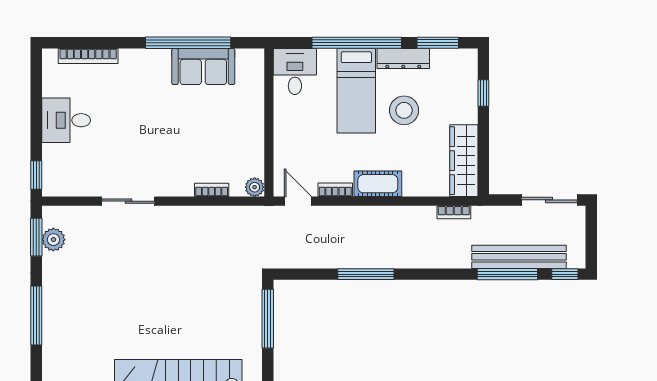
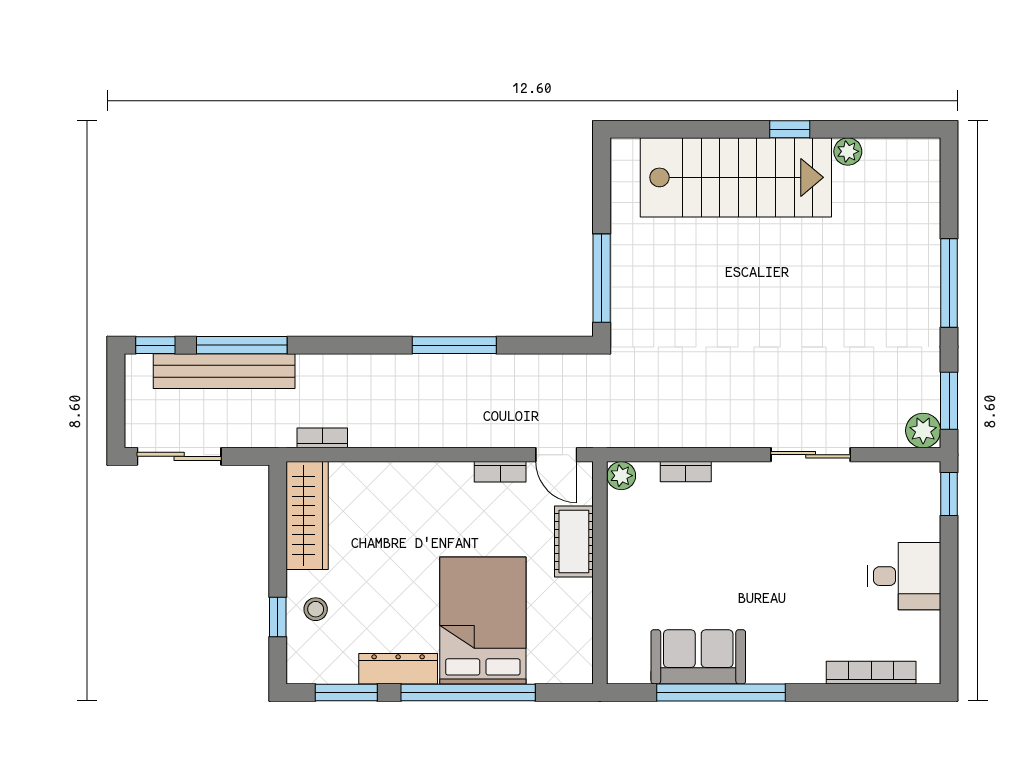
desk: (295, 71) -> (561, 649), removed
bed: (356, 91) -> (483, 620), width x1.50
stool: (404, 110) -> (316, 609), moved, width x0.53, depth x0.53
cot: (378, 184) -> (574, 541), moved, turned 90
plant: (53, 240) -> (923, 431), moved

